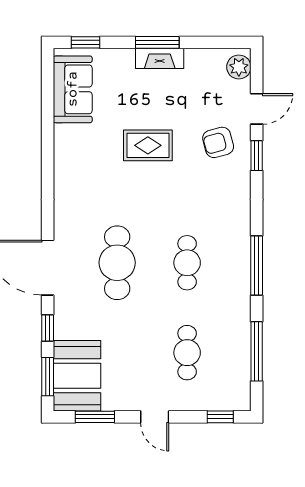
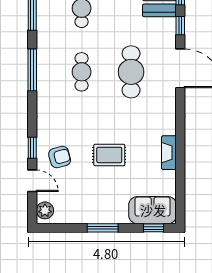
fireplace: (160, 58) -> (169, 153), moved, turned -90
sofa: (73, 89) -> (153, 210), moved, turned 90
door: (257, 109) -> (32, 181), swing flipped

